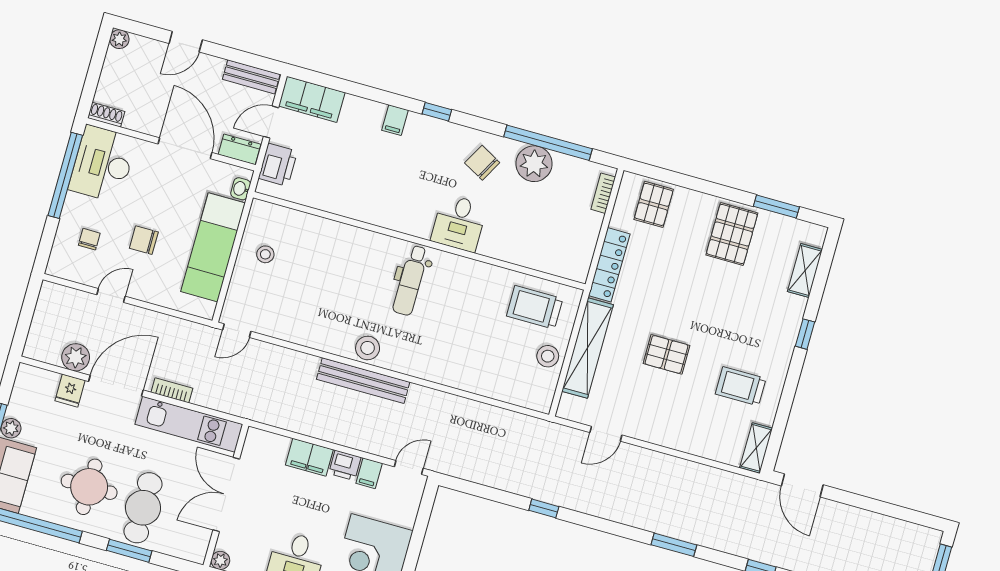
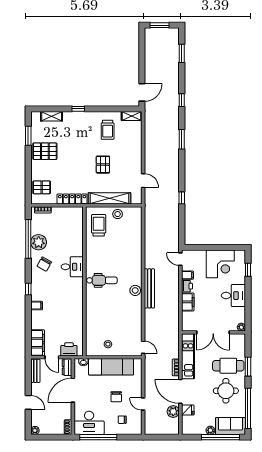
trolley: (535, 307) -> (99, 225), turned 180

